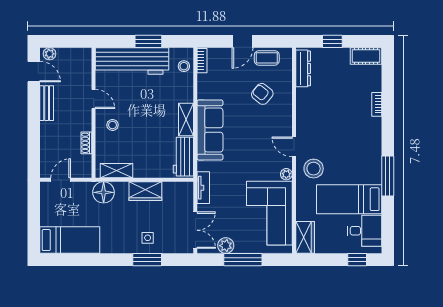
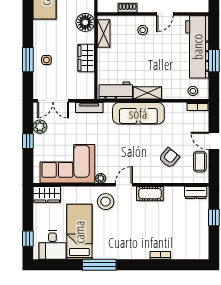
cot: (366, 56) -> (150, 194), moved, turned 90
dresser: (303, 68) -> (196, 193), width x0.70
window: (243, 260) -> (28, 141), width x0.46

